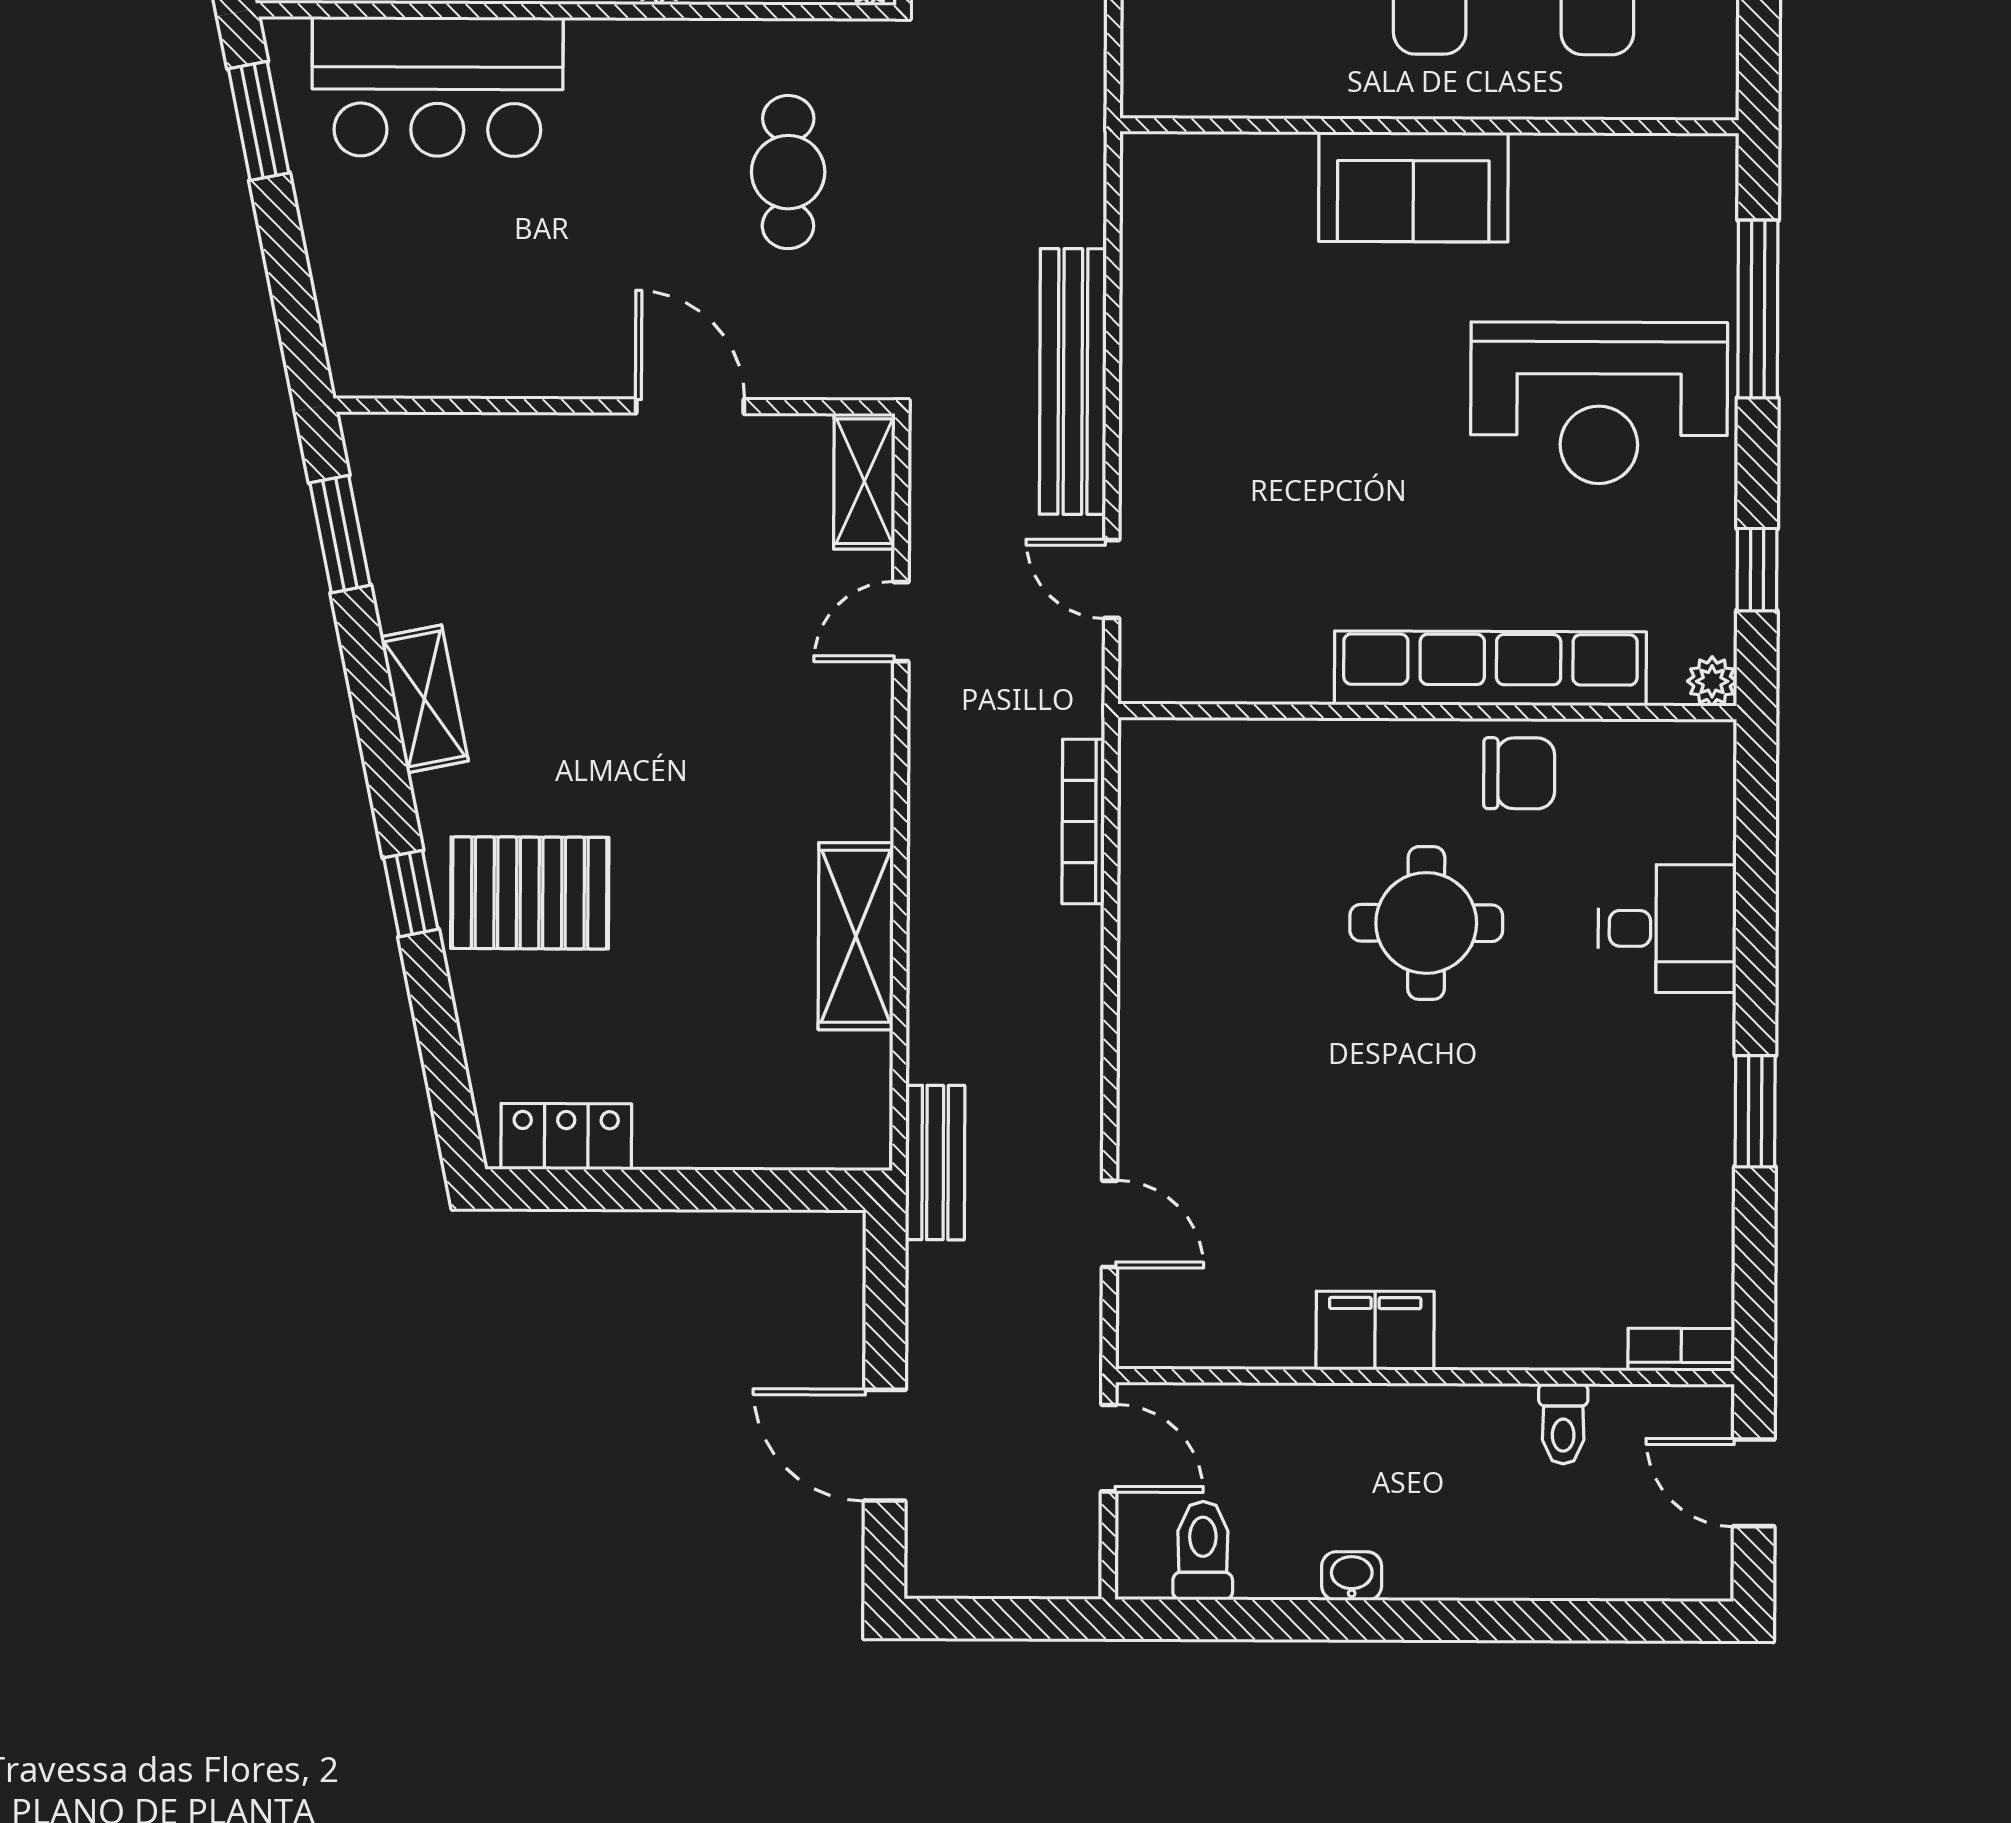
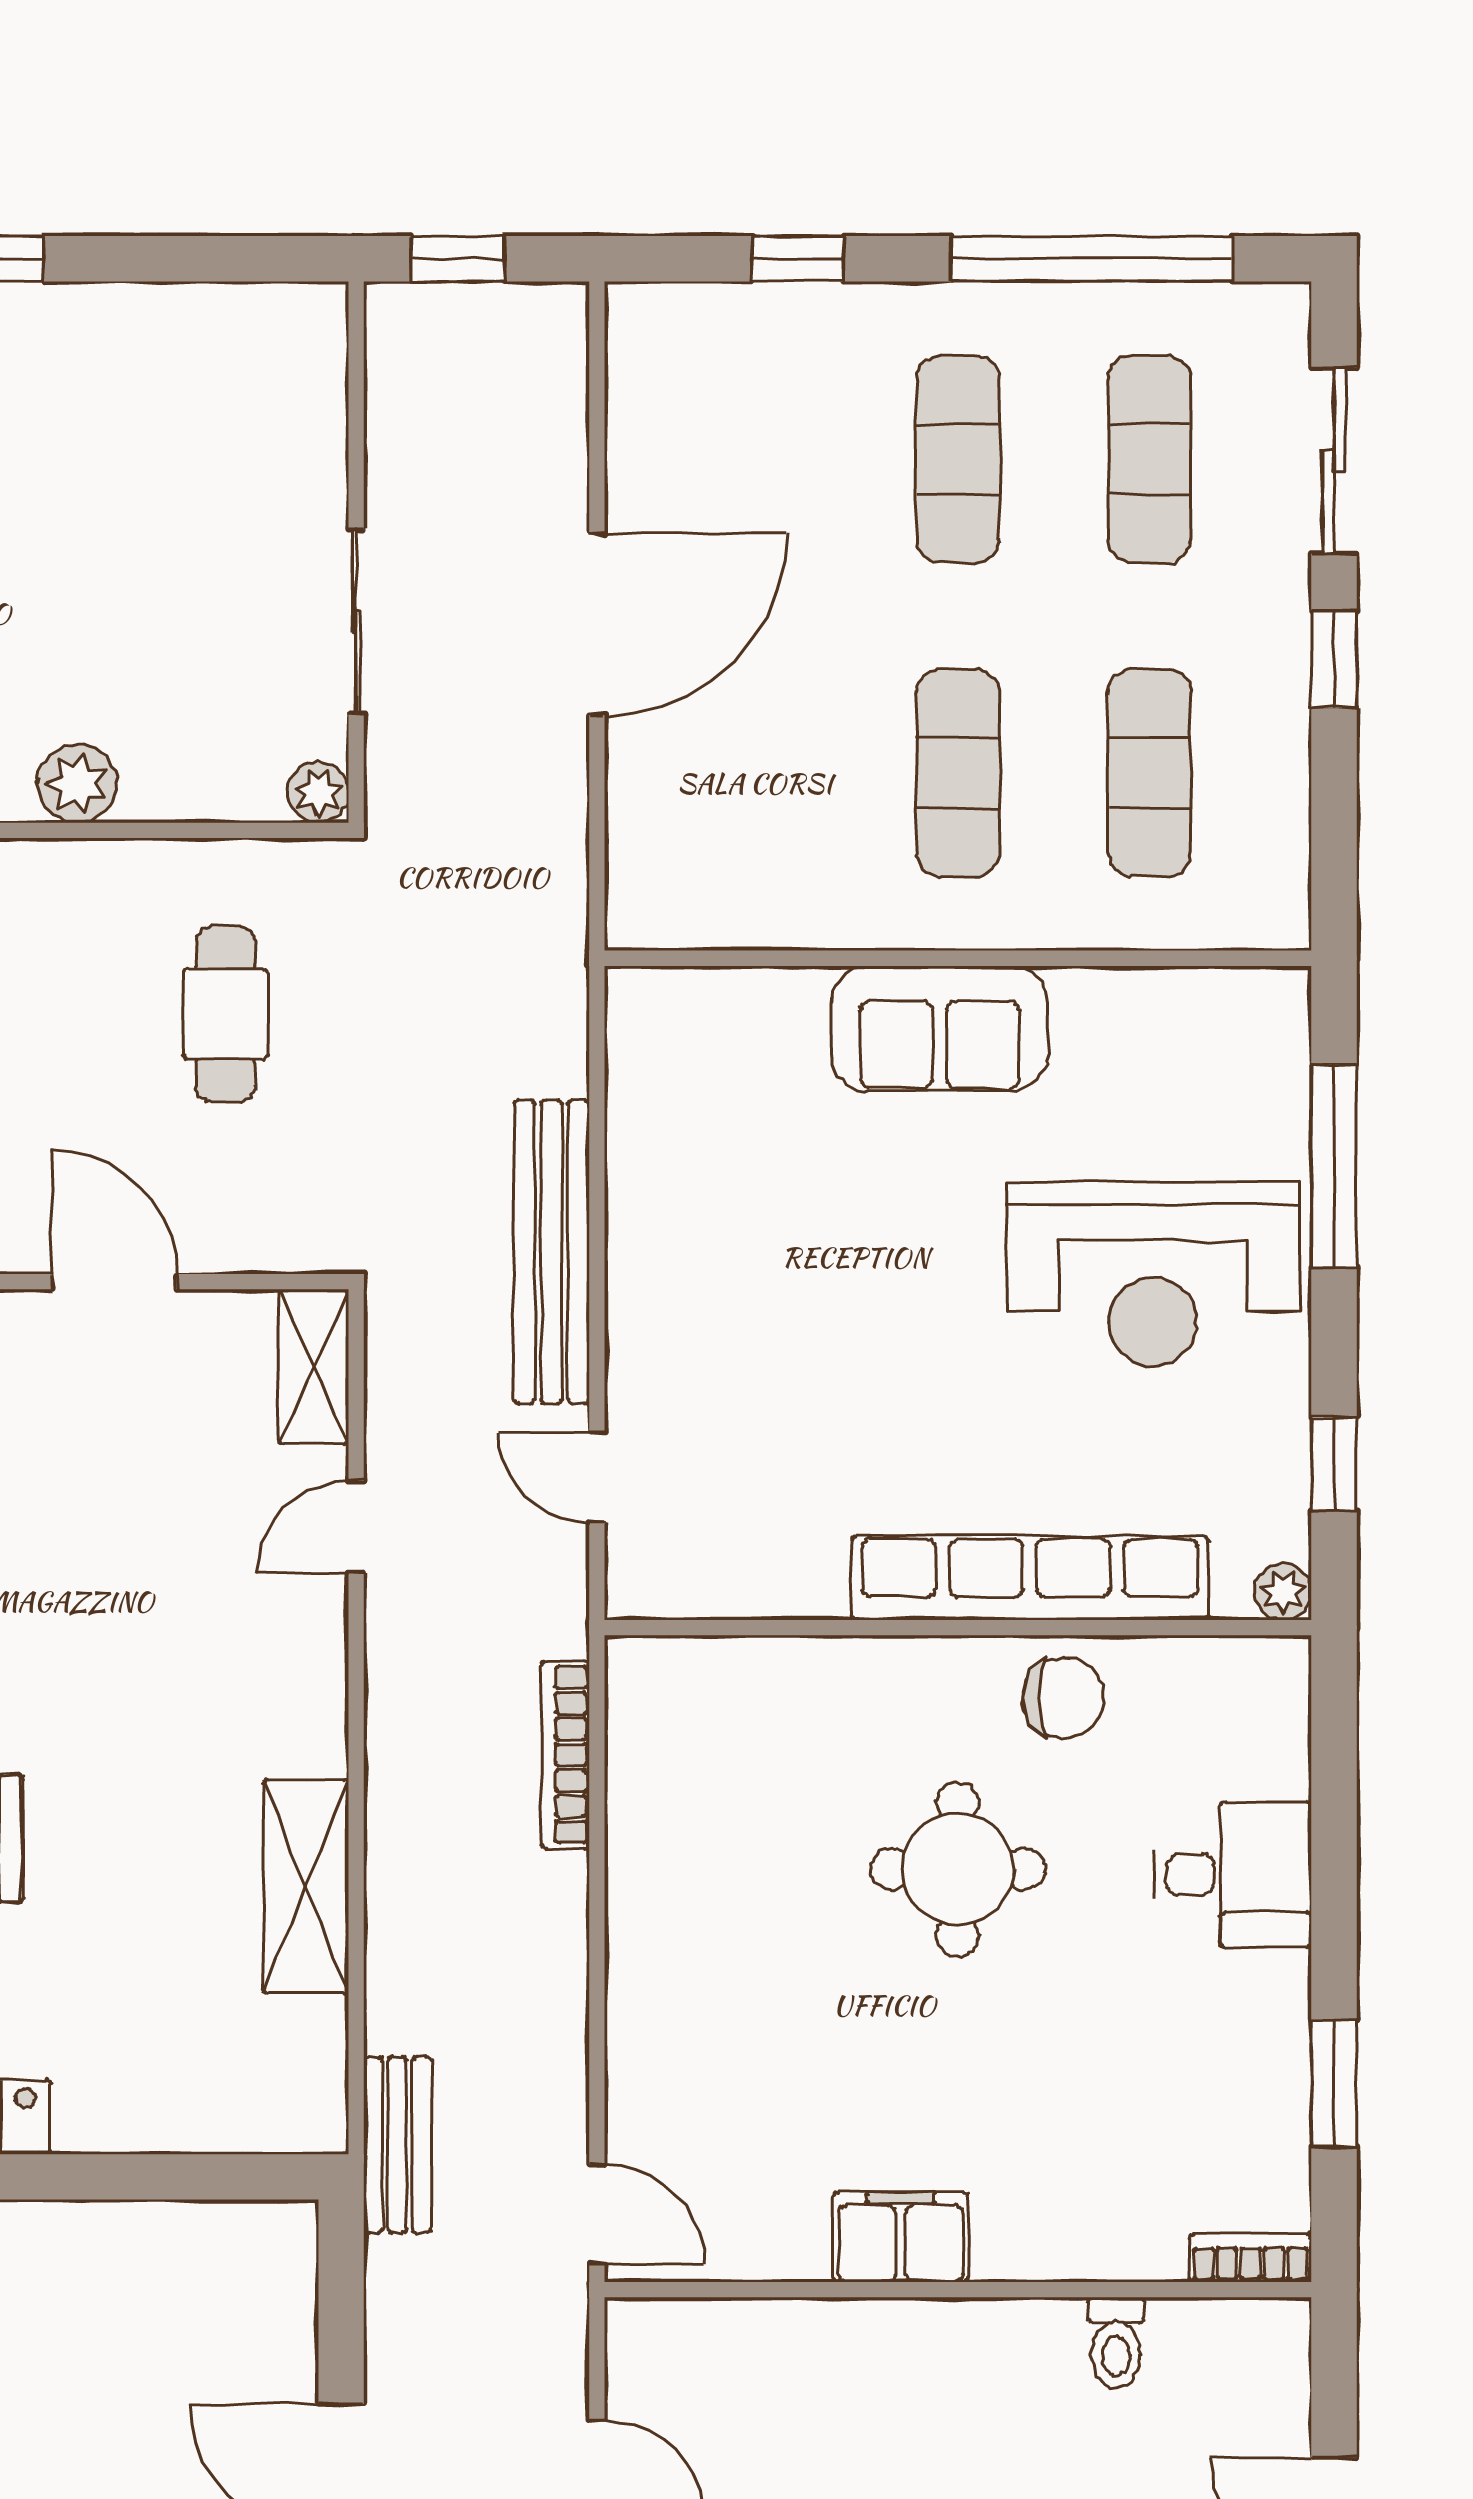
filing cabinet: (1375, 1331) -> (901, 2237), moved
bookcase: (1681, 1350) -> (1251, 2258), moved
wall: (1425, 1377) -> (958, 2290), moved
toilet: (1563, 1424) -> (1116, 2343), moved

